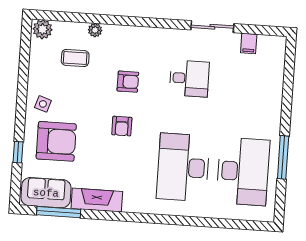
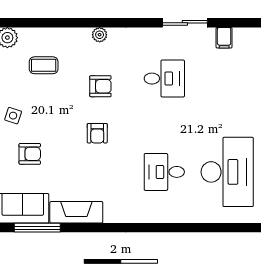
plant: (95, 30) -> (100, 35), moved
armchair: (56, 141) -> (30, 154), width x0.53, depth x0.53
desk: (183, 167) -> (164, 172), width x0.53, depth x0.77

